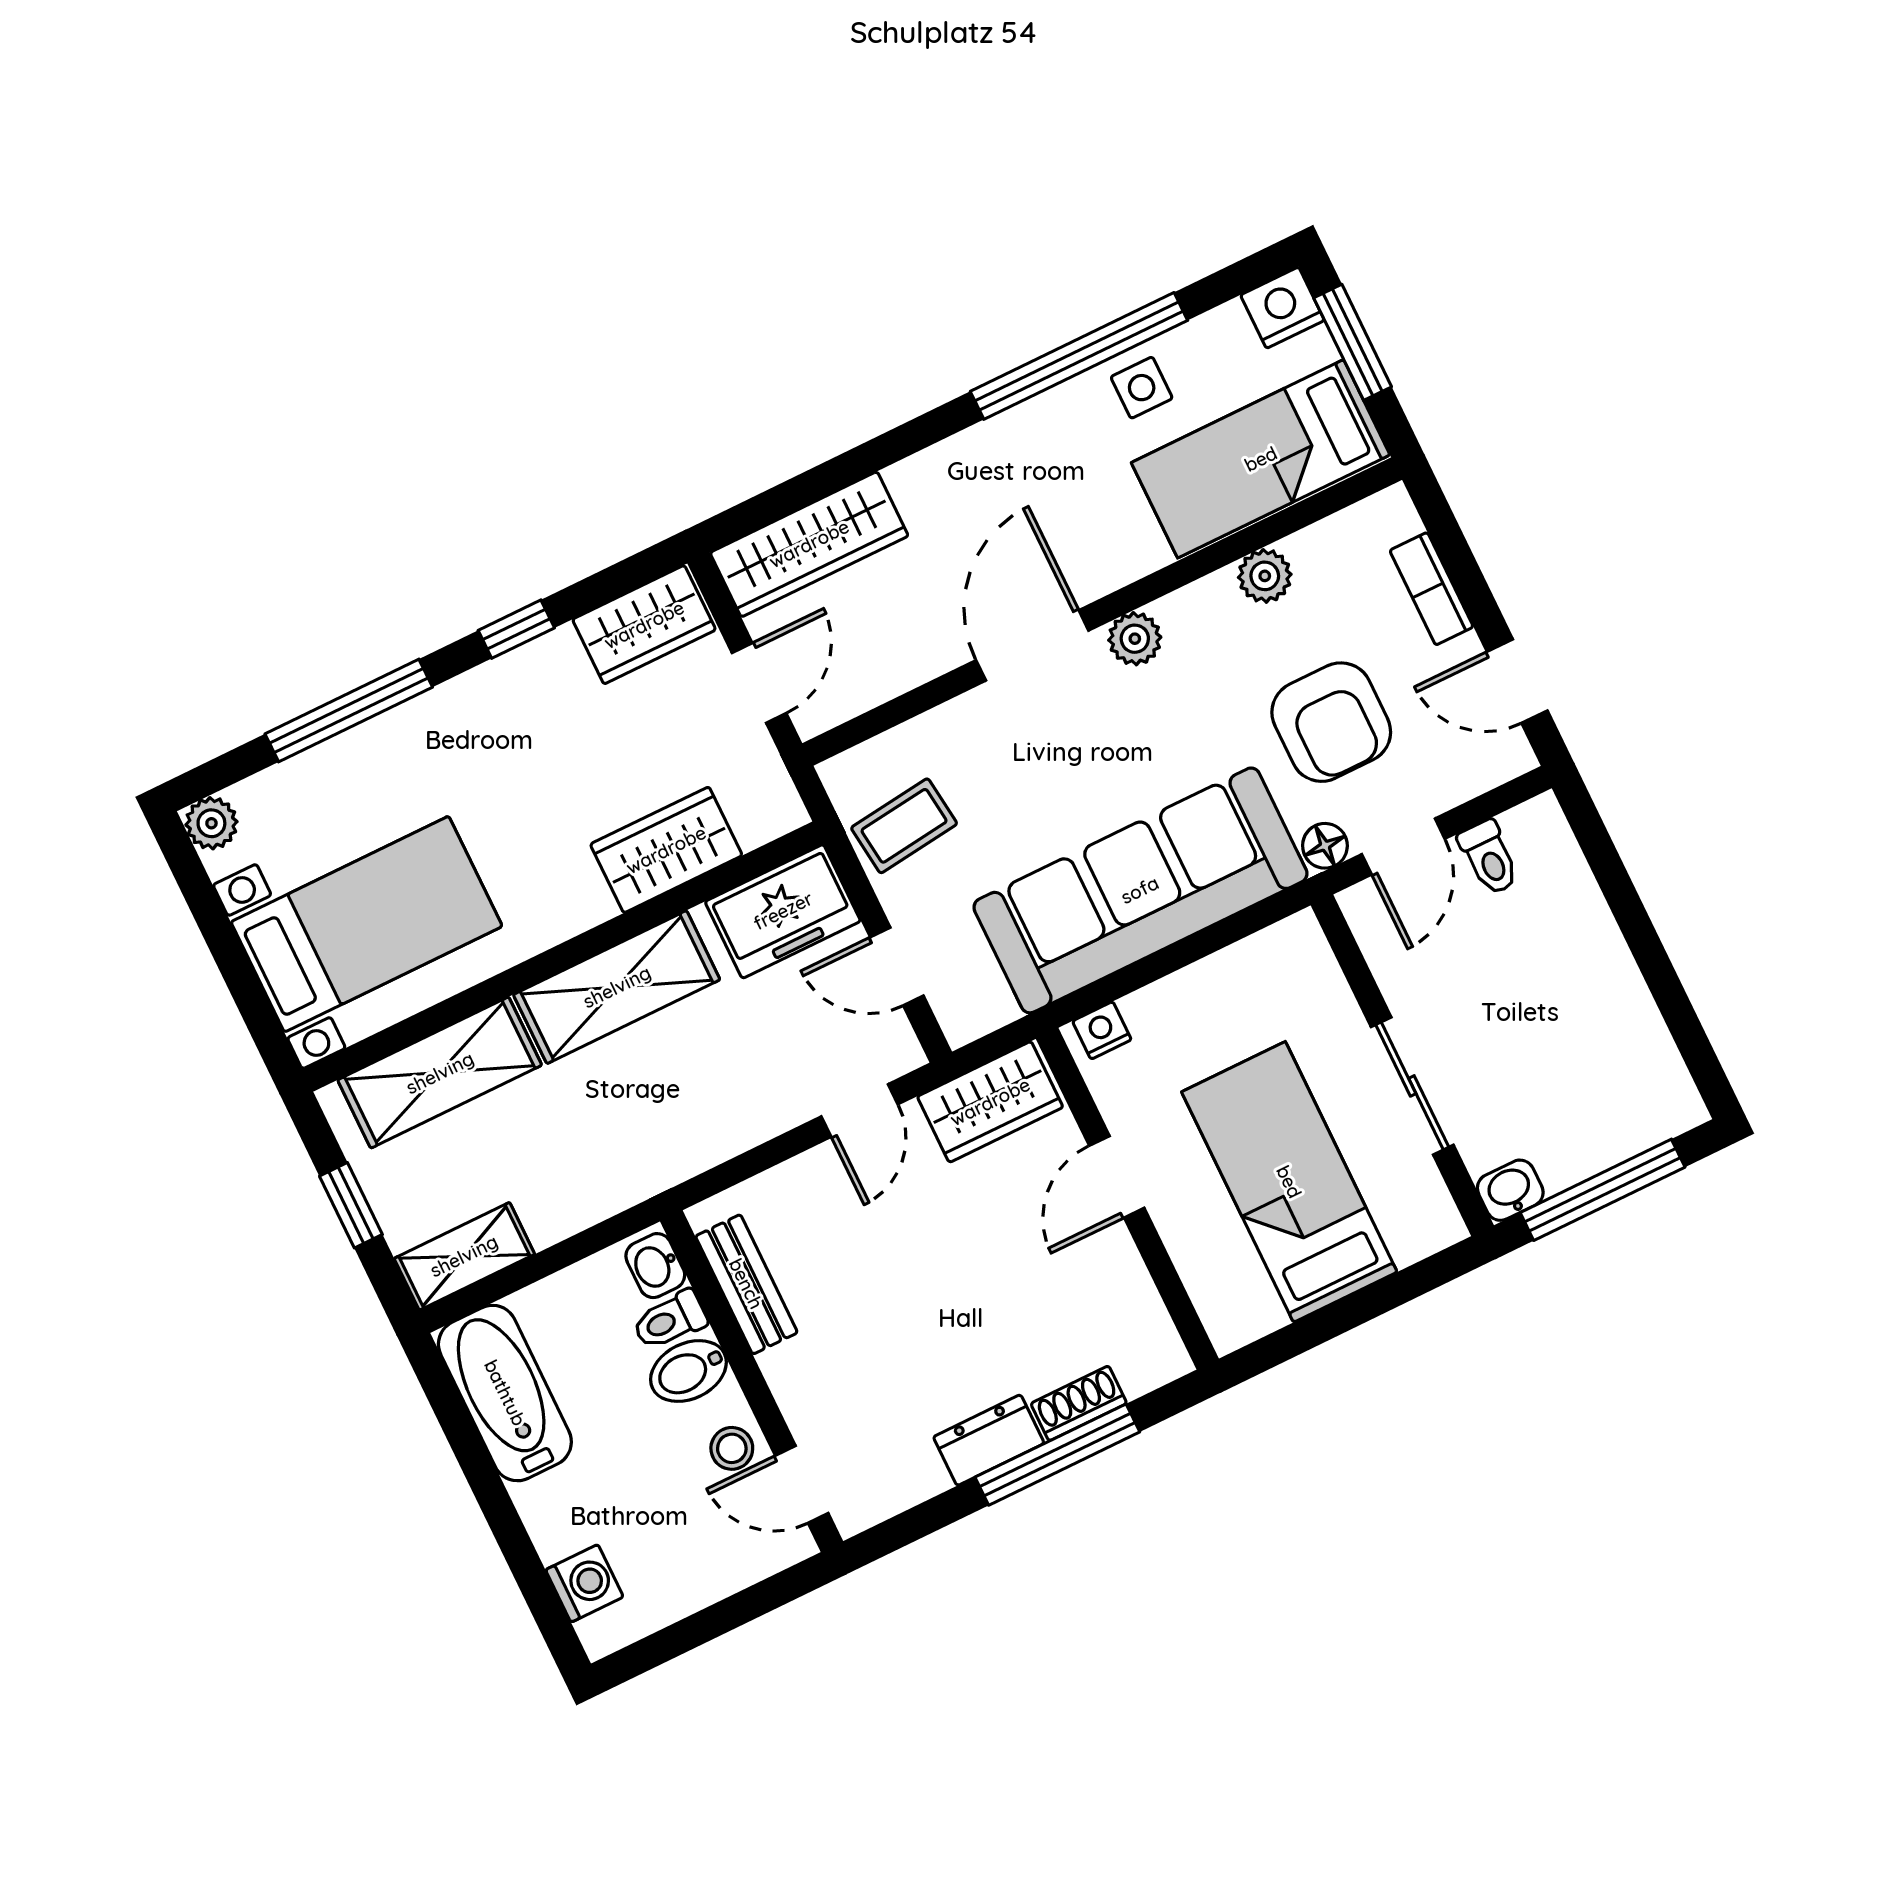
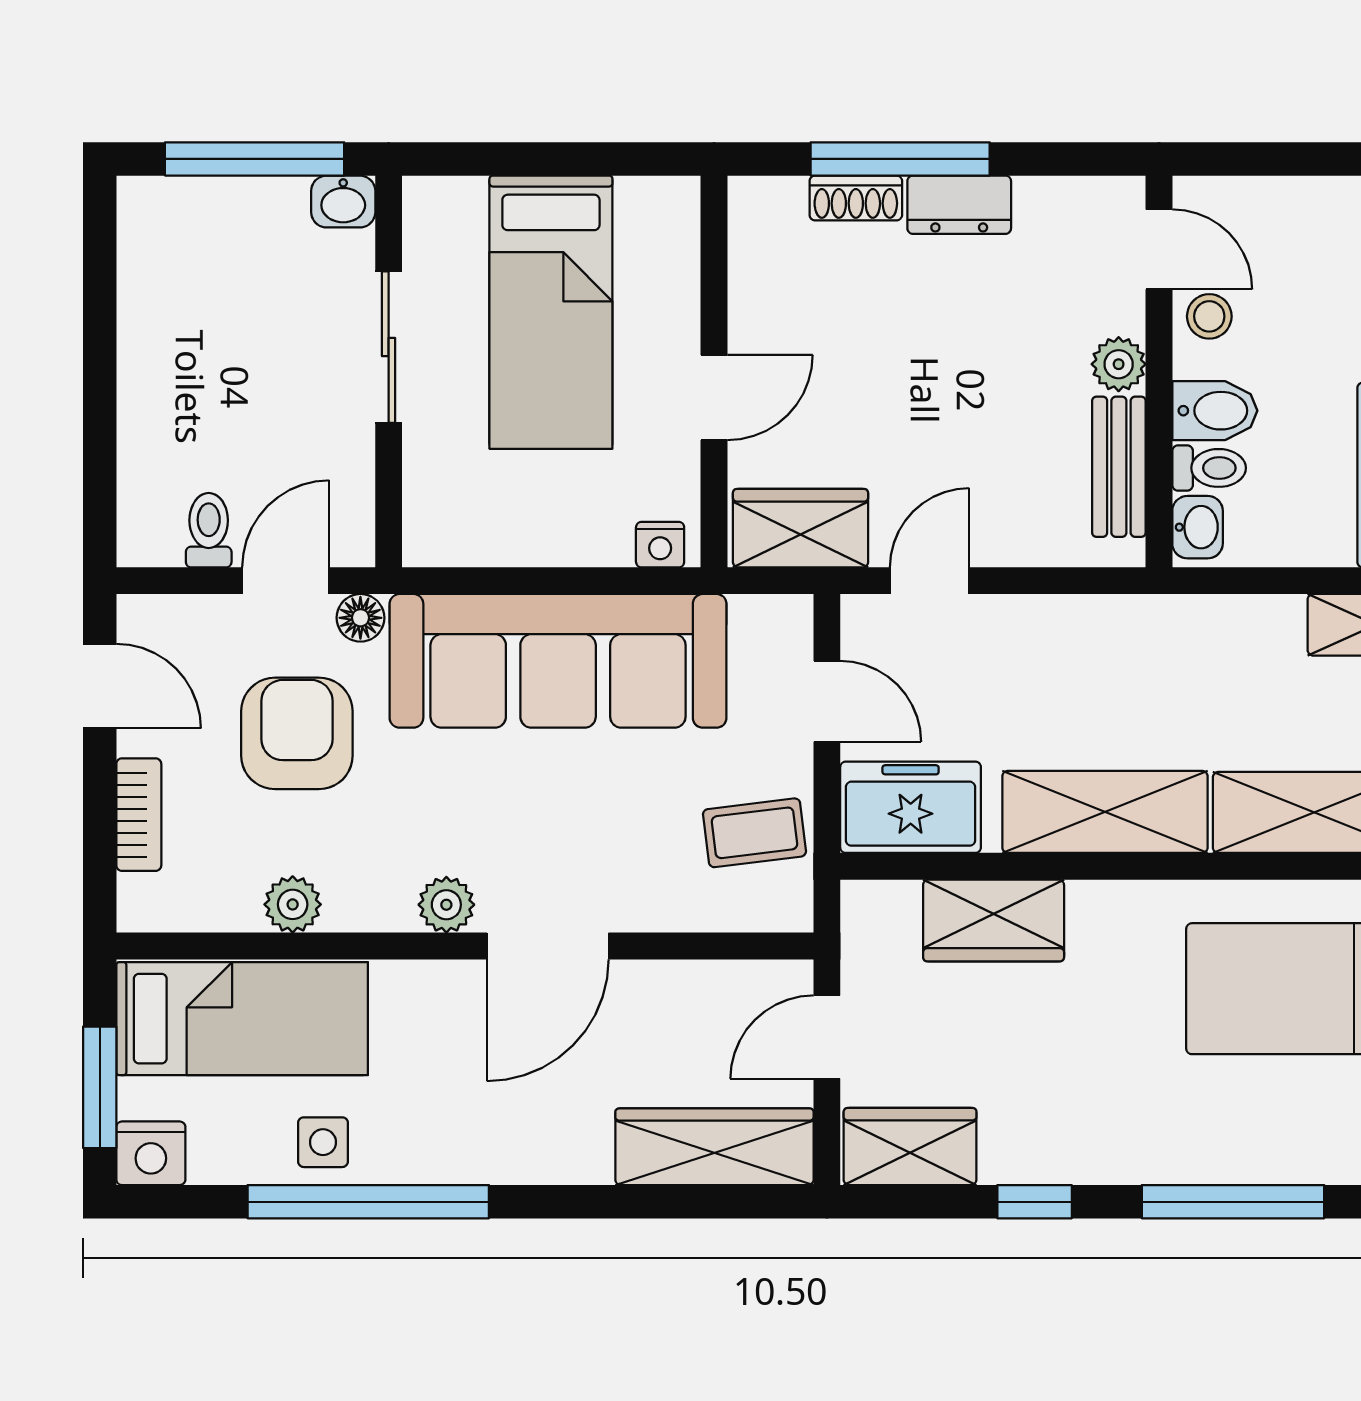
plant: (789, 1371) -> (1119, 364), added

